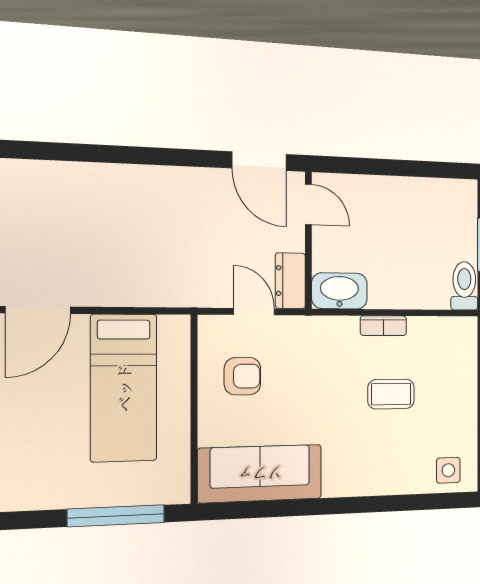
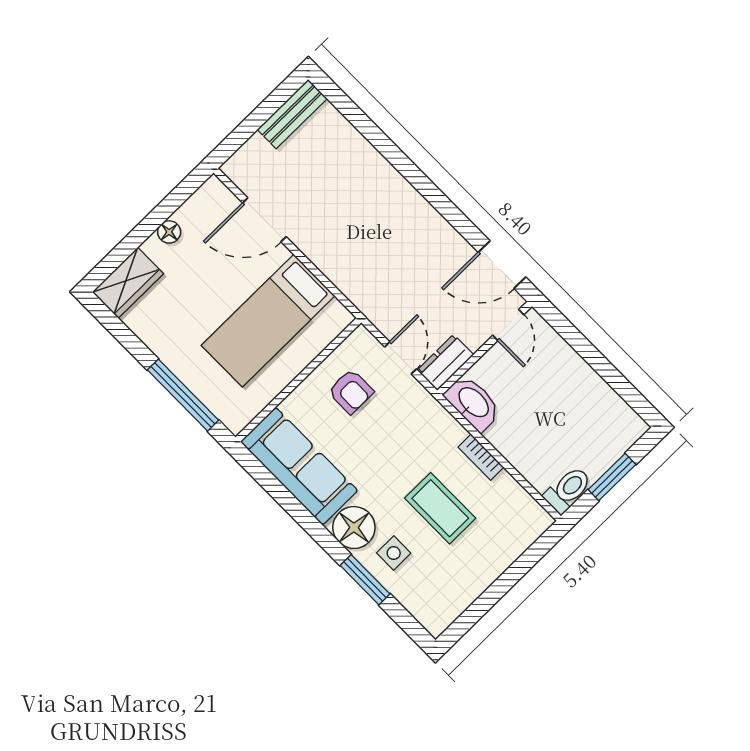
door: (259, 161) -> (502, 265), hinge flipped
coffee table: (391, 394) -> (440, 508), width x1.36, depth x1.30
side table: (448, 470) -> (394, 553), moved
floor lamp: (345, 475) -> (354, 528), added
window: (389, 503) -> (365, 580), added

